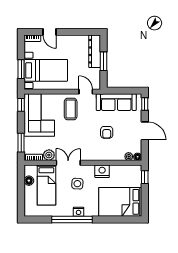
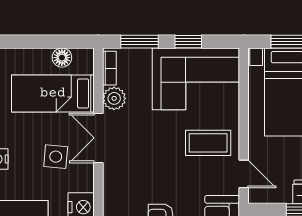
door: (86, 92) -> (244, 174), hinge flipped
window: (21, 105) -> (188, 42), moved
double door: (68, 163) -> (98, 138), swing flipped

